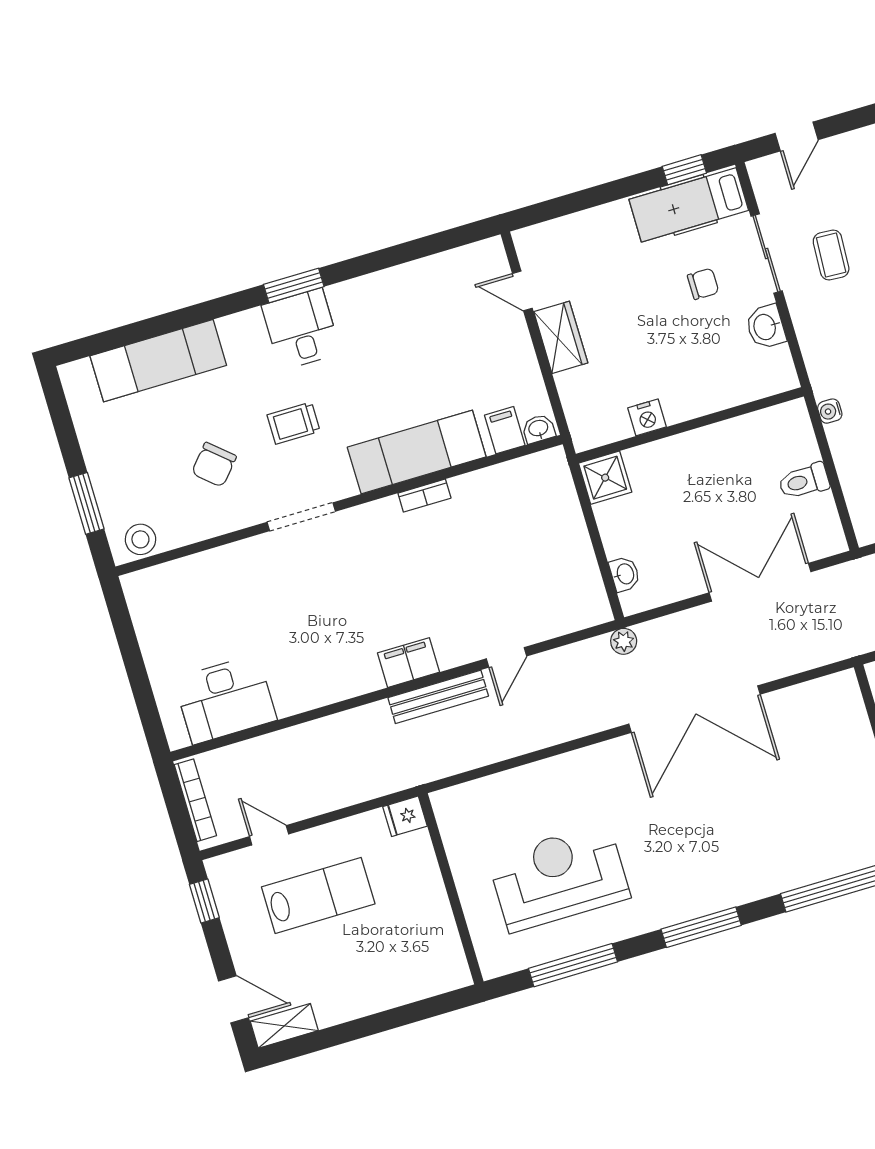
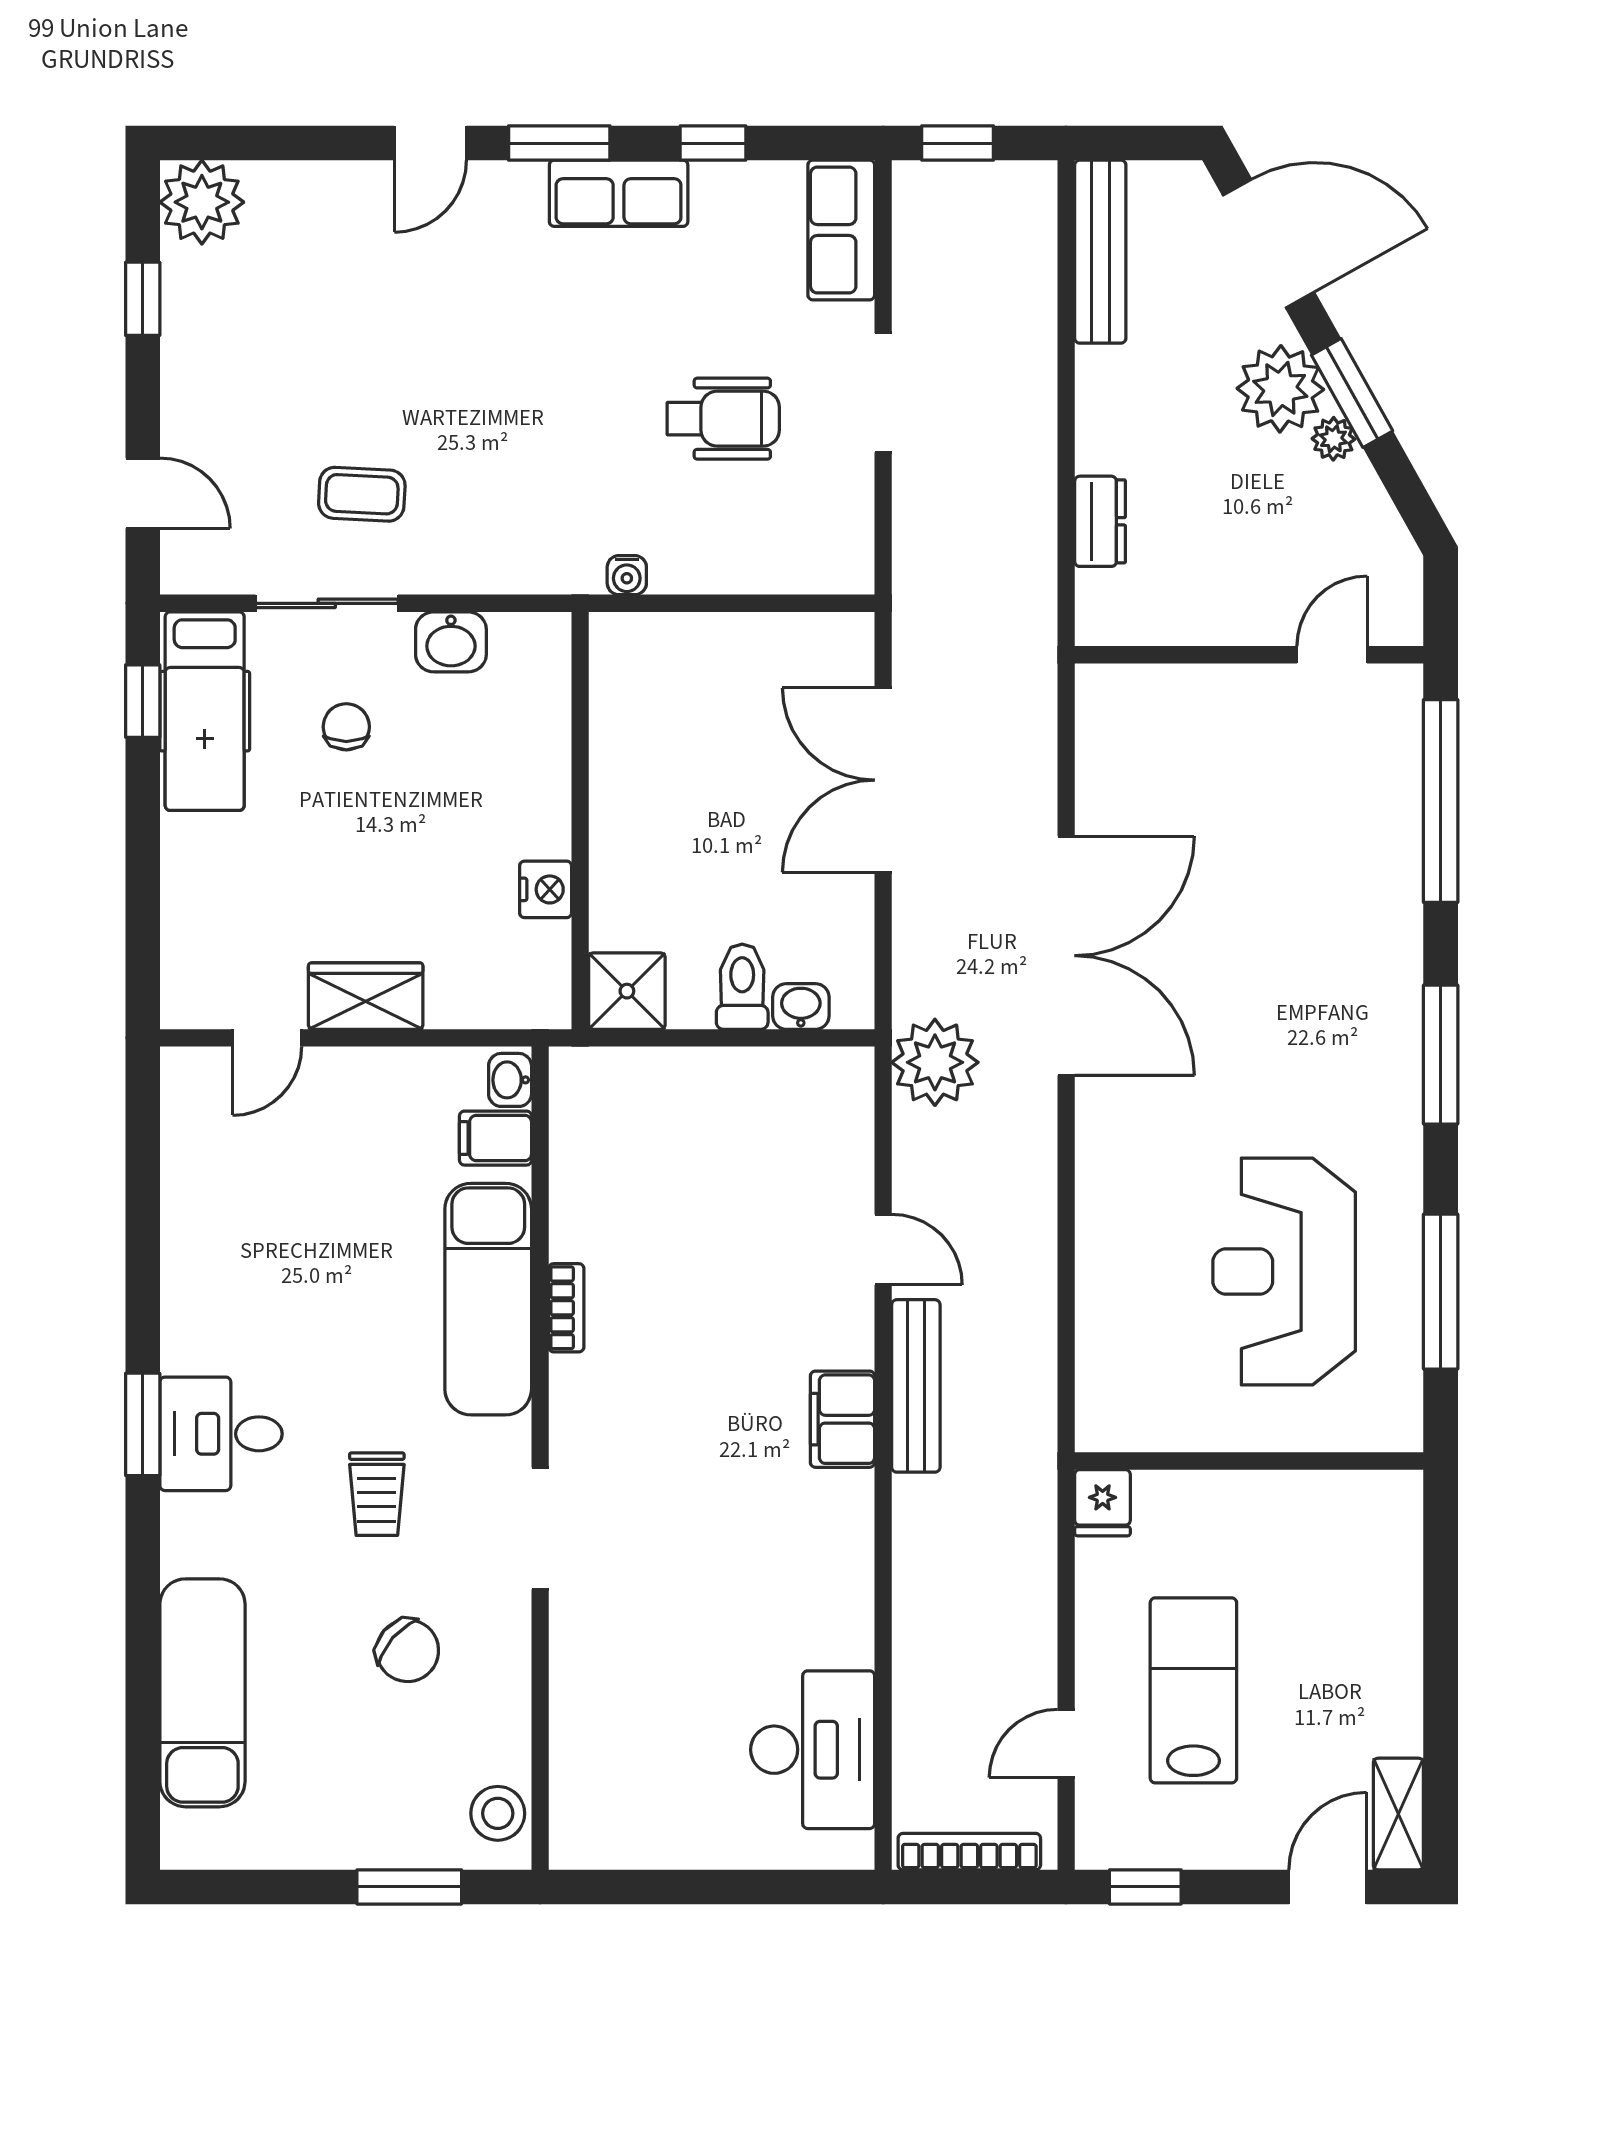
toilet: (804, 481) -> (742, 987), moved, turned 180
plant: (624, 641) -> (935, 1062), width x1.88, depth x1.88

